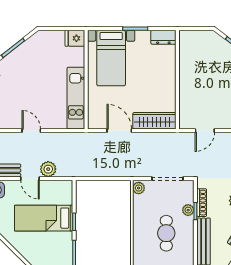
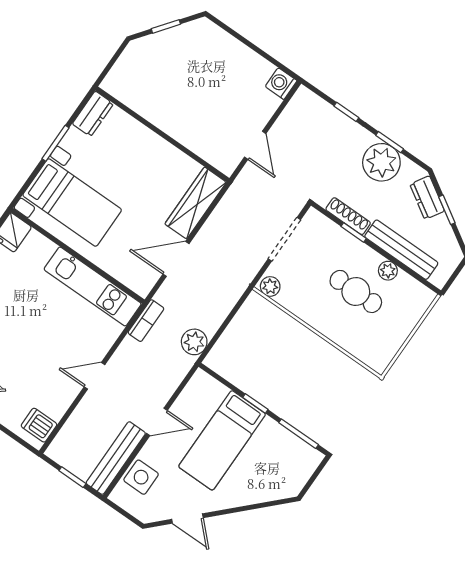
bookcase: (77, 137) -> (146, 321), added
plant: (48, 169) -> (194, 342), moved
plant: (188, 210) -> (388, 271), moved

